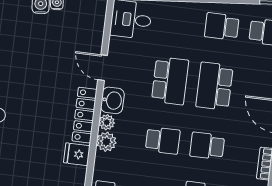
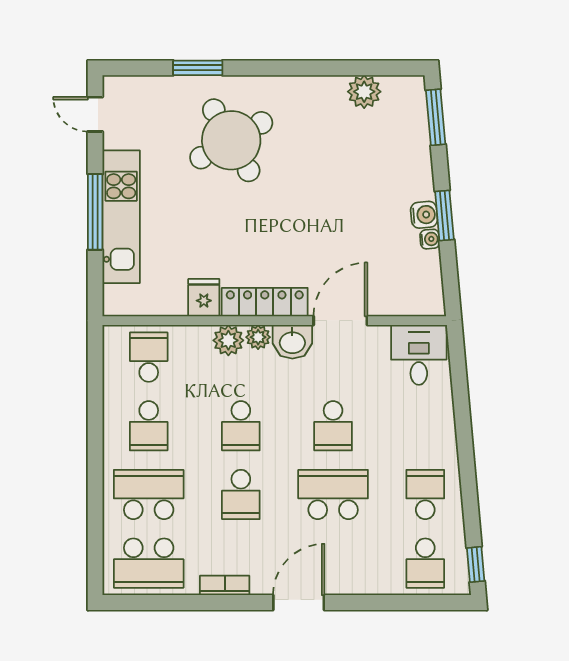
door: (103, 68) -> (340, 321), width x1.38
school desk: (170, 81) -> (333, 426), width x0.54
school desk: (207, 146) -> (241, 494), turned 180

